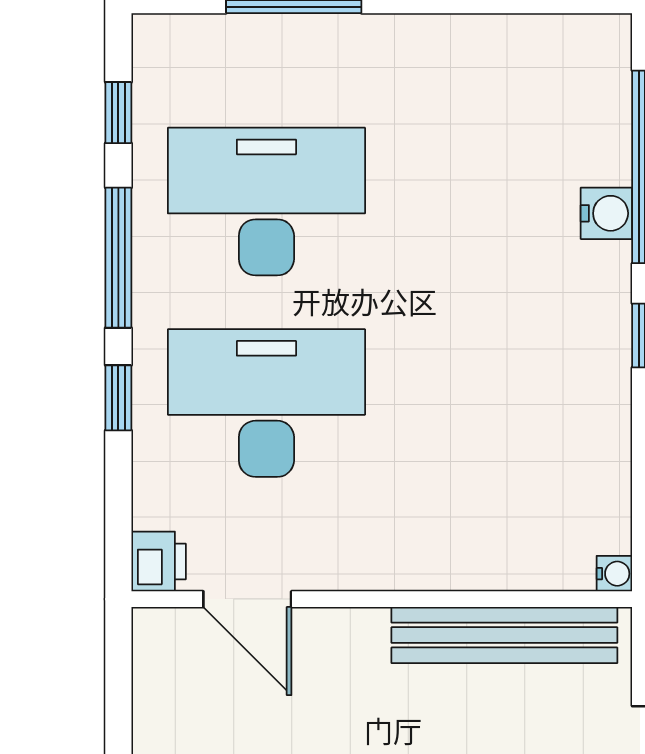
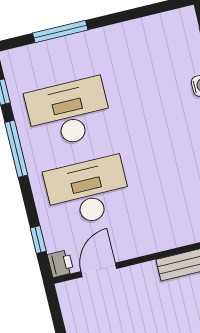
window: (118, 398) -> (38, 240), moved
door: (247, 599) -> (99, 270), swing flipped

